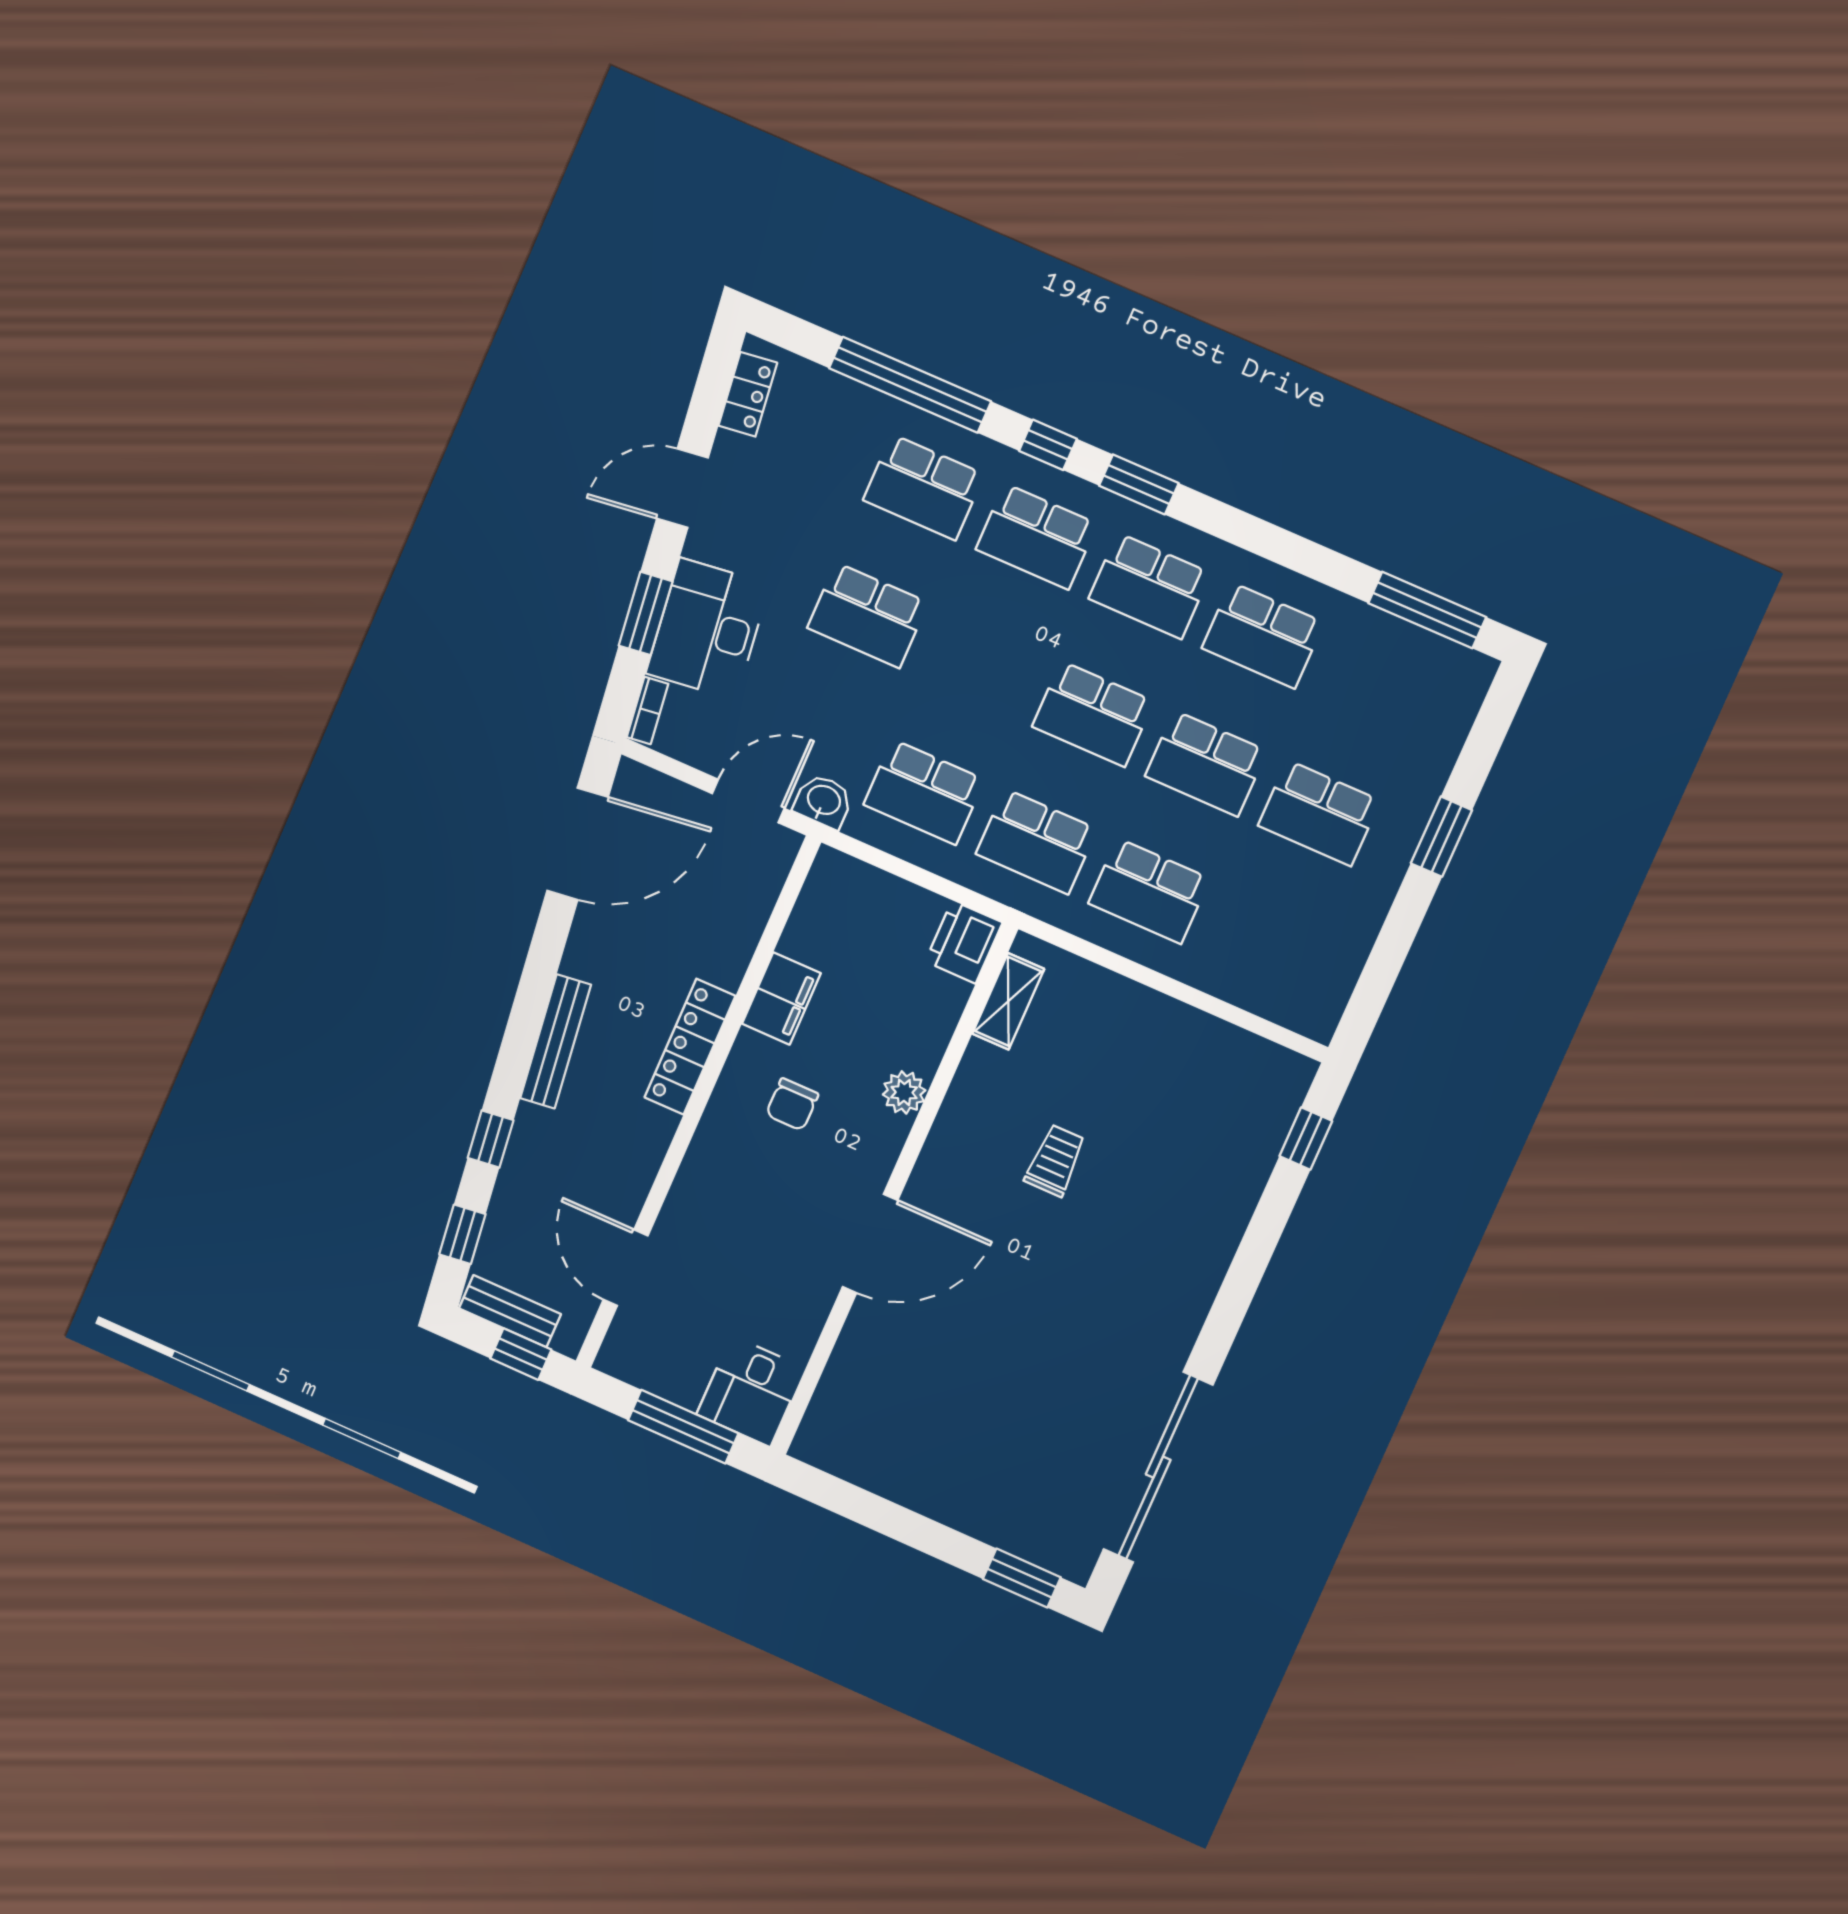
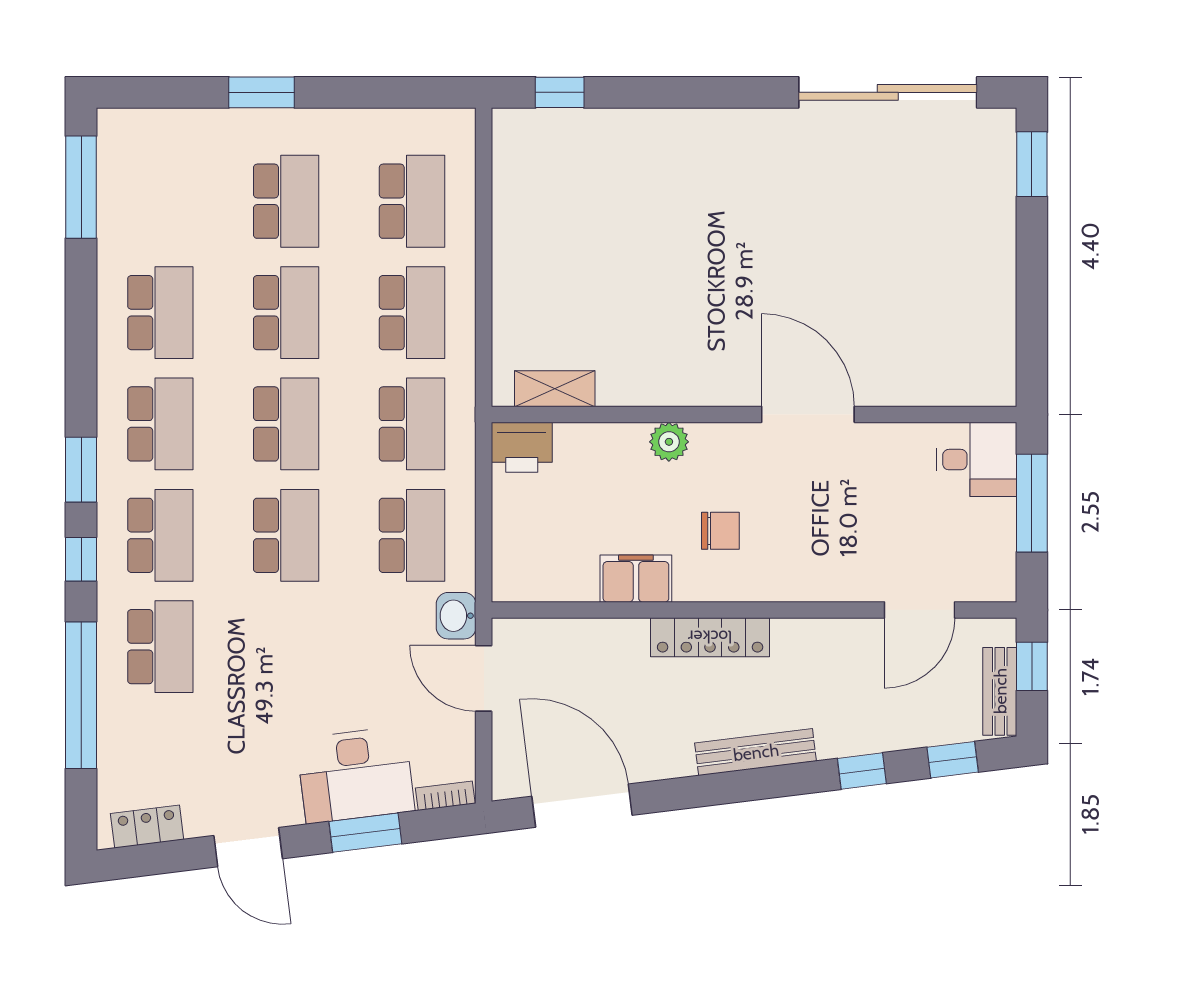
school desk: (868, 615) -> (286, 535), moved
school desk: (1262, 941) -> (412, 201), added
trolley: (1055, 1160) -> (670, 291), removed

